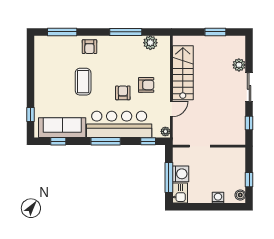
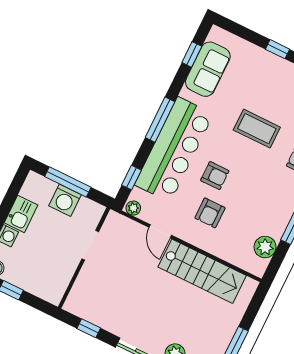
window: (30, 114) -> (277, 49), moved
sofa: (62, 128) -> (208, 69), width x0.73
kitchen sink: (180, 193) -> (21, 214), moved, turned -90

